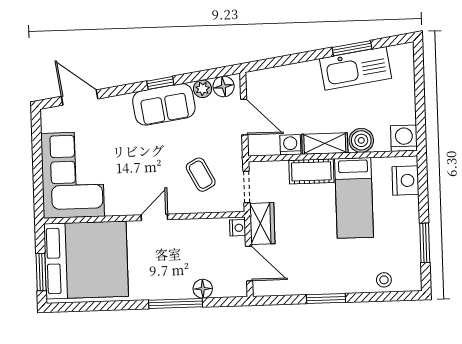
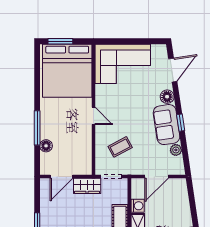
floor lamp: (224, 86) -> (167, 97), moved
nightstand: (238, 228) -> (85, 170), removed

